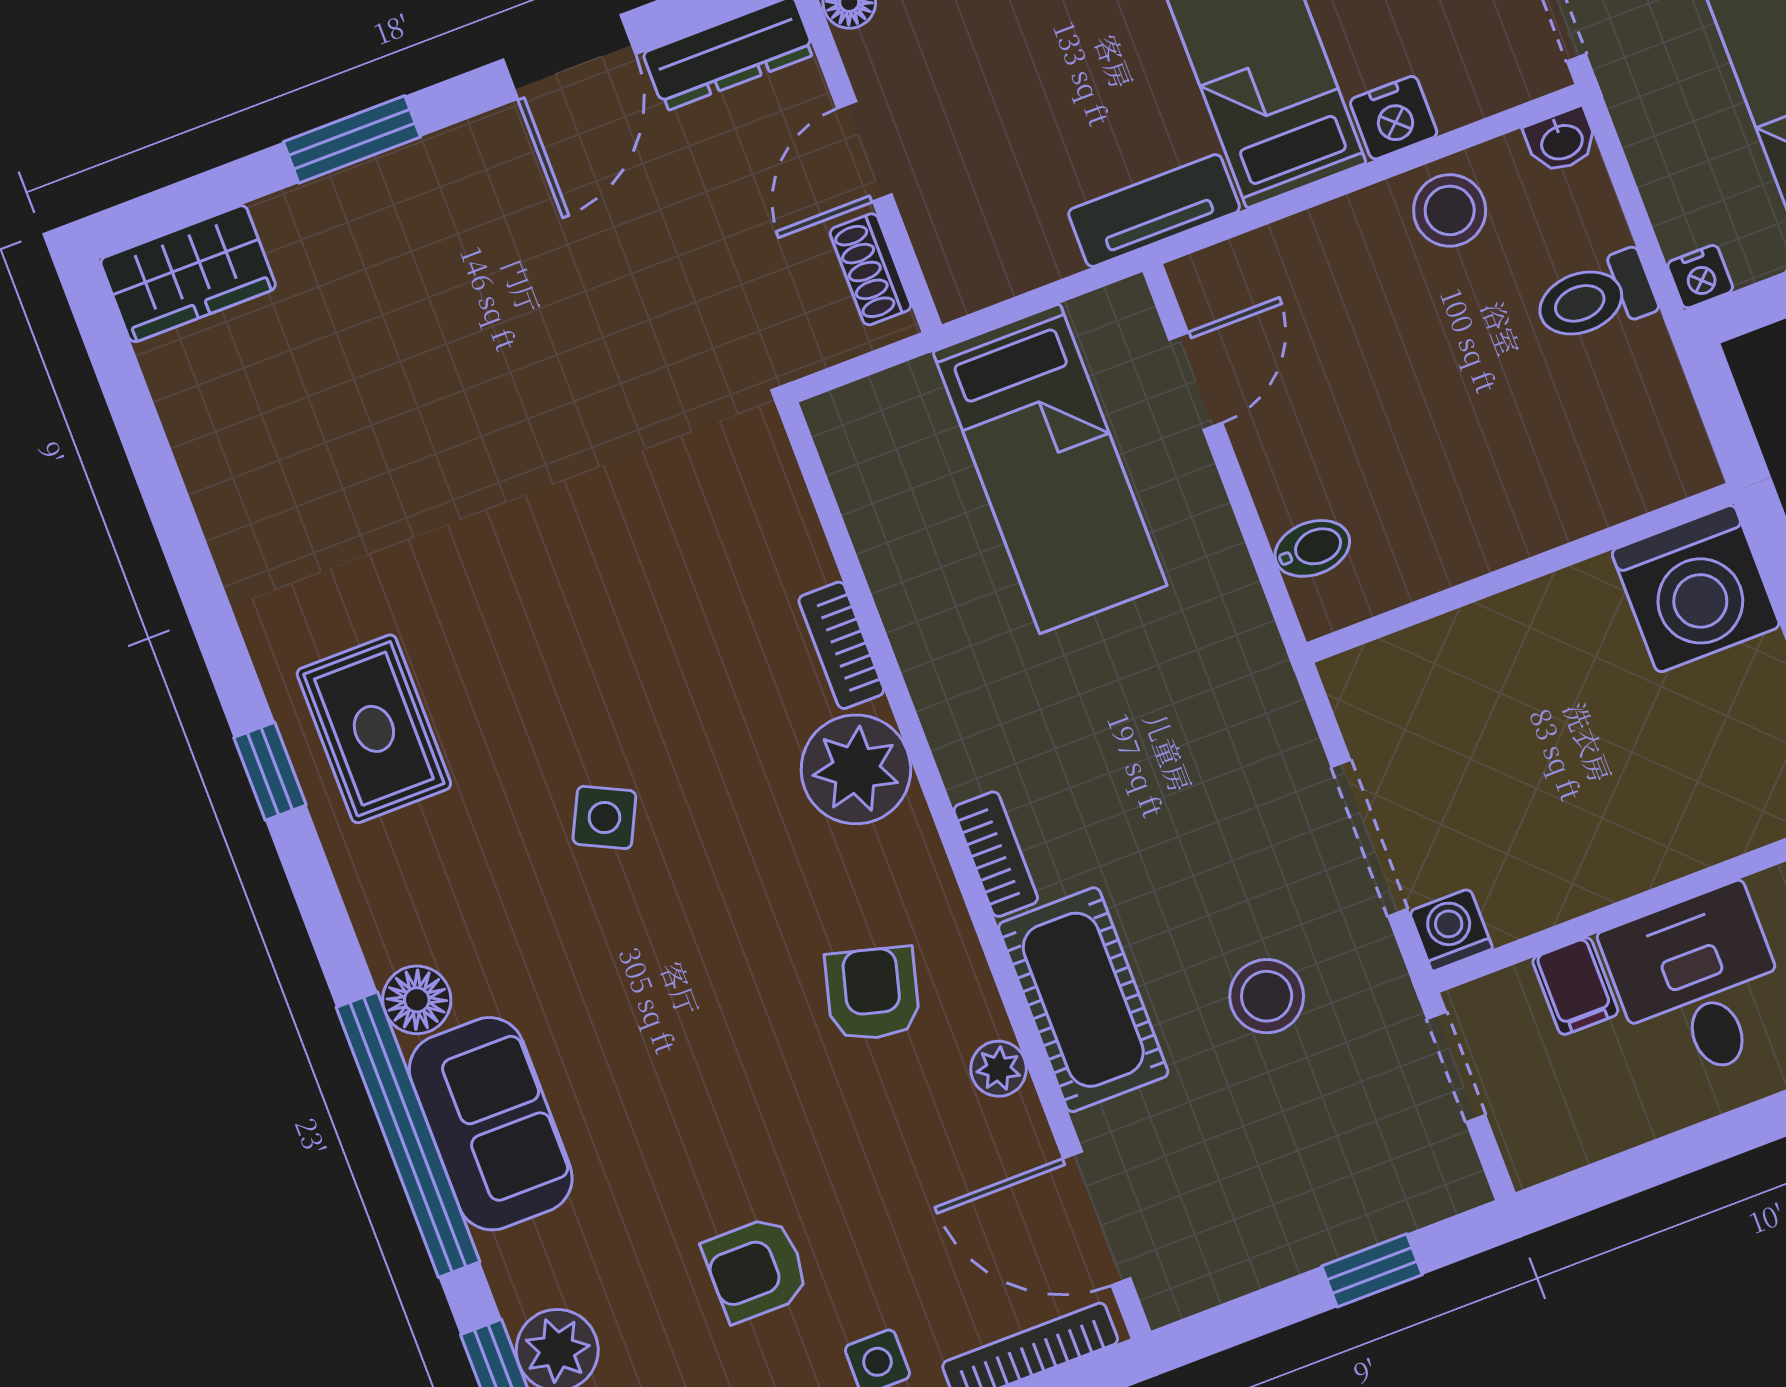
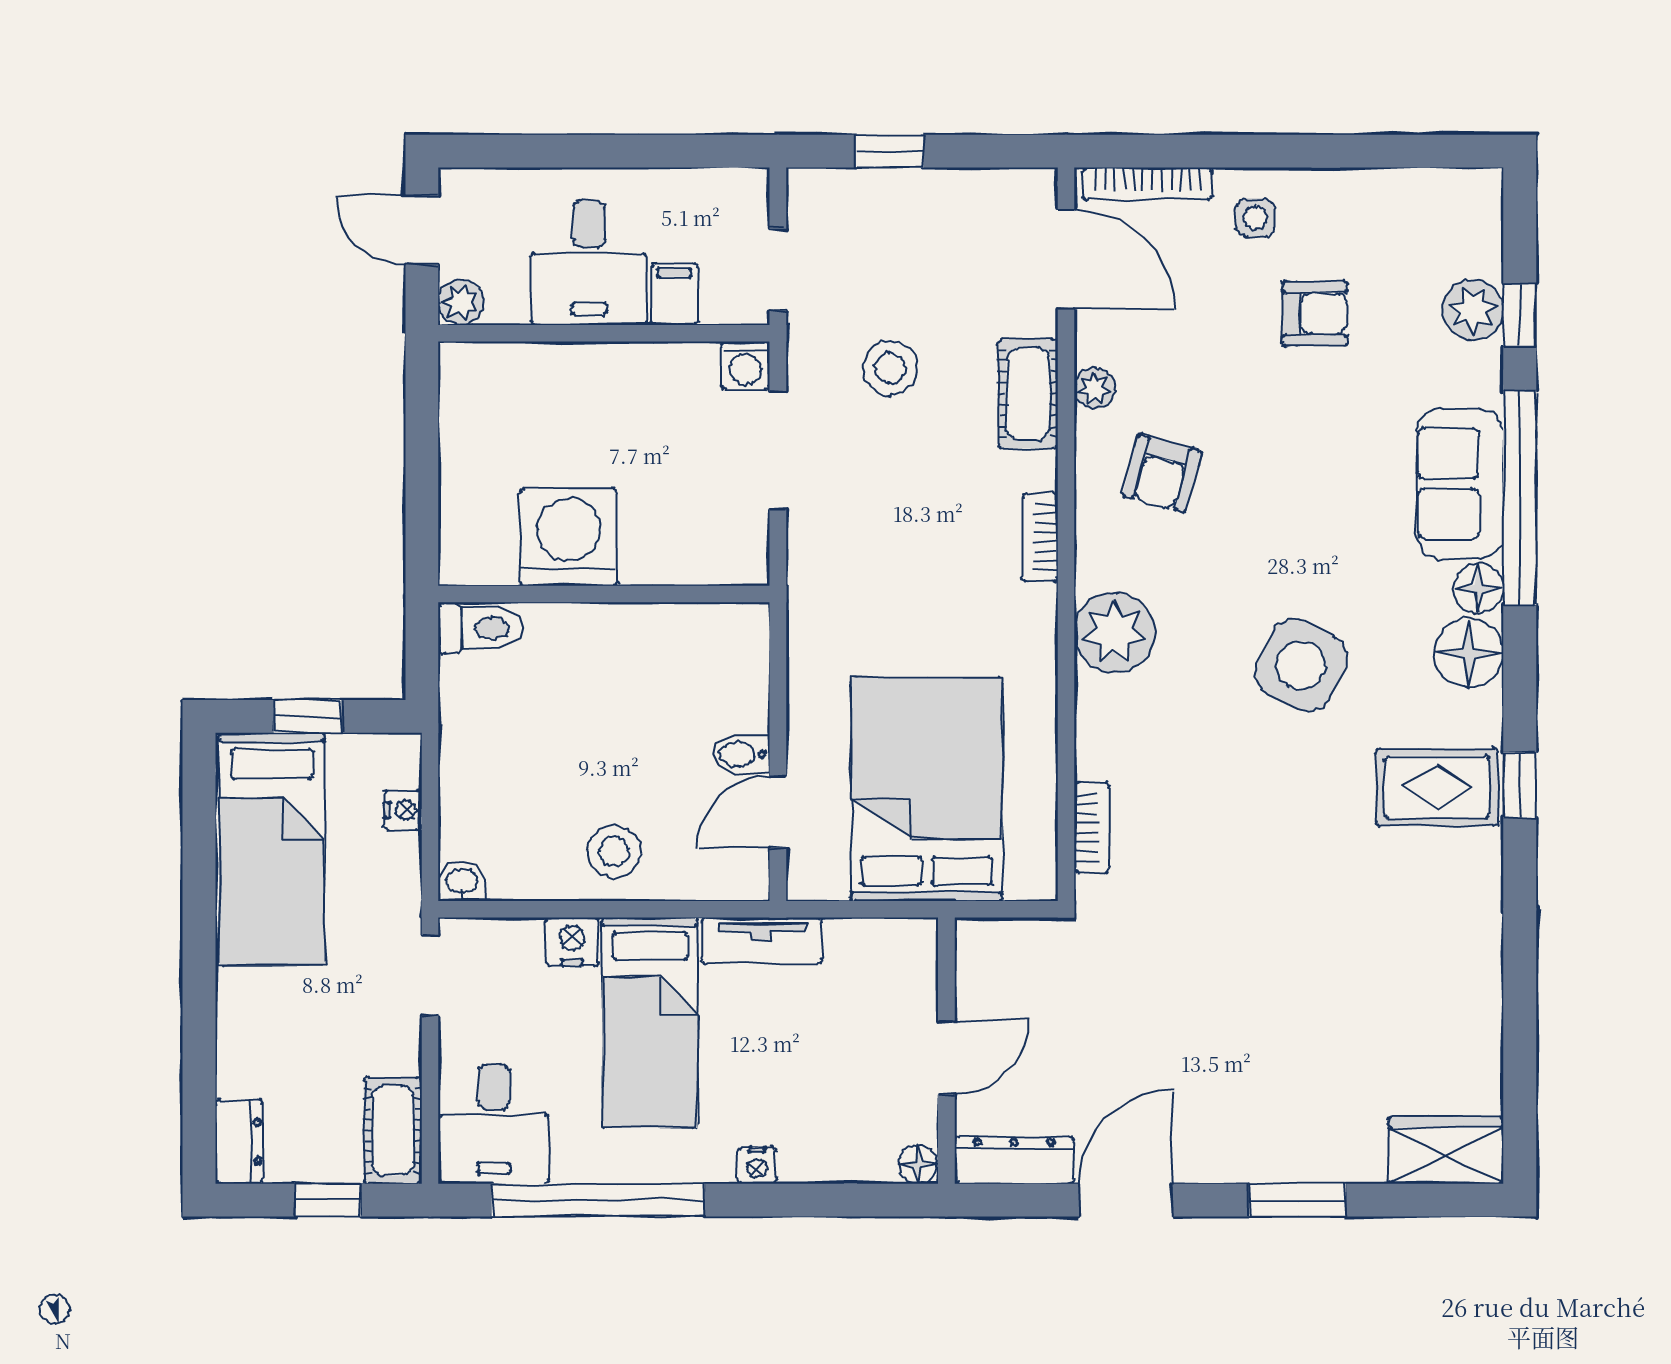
stool: (1450, 210) -> (614, 851), moved
shoe rack: (871, 269) -> (973, 974), removed
nightstand: (1700, 277) -> (403, 810), moved, turned 90
toilet: (1595, 298) -> (480, 628), moved
bed: (1050, 469) -> (927, 790), width x1.50
bidet: (1312, 548) -> (741, 754), moved
washing machine: (1696, 589) -> (569, 537), moved
bookcase: (841, 645) -> (1092, 827), moved
rug: (374, 729) -> (1437, 787), turned 90
side table: (604, 817) -> (1301, 665), width x1.87, depth x1.87
floor lamp: (398, 914) -> (1469, 653), added
cot: (1083, 1000) -> (1028, 394), width x0.73, depth x0.75

